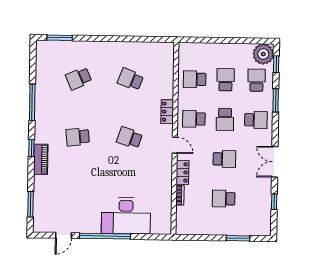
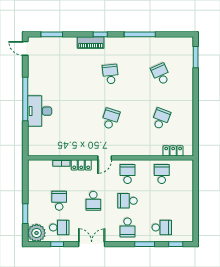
plant: (263, 54) -> (37, 233), moved
school desk: (226, 80) -> (59, 227), moved
locker: (167, 112) -> (173, 151), moved
desk: (126, 216) -> (40, 111), width x0.73, depth x0.77
door: (63, 235) -> (25, 48), moved

